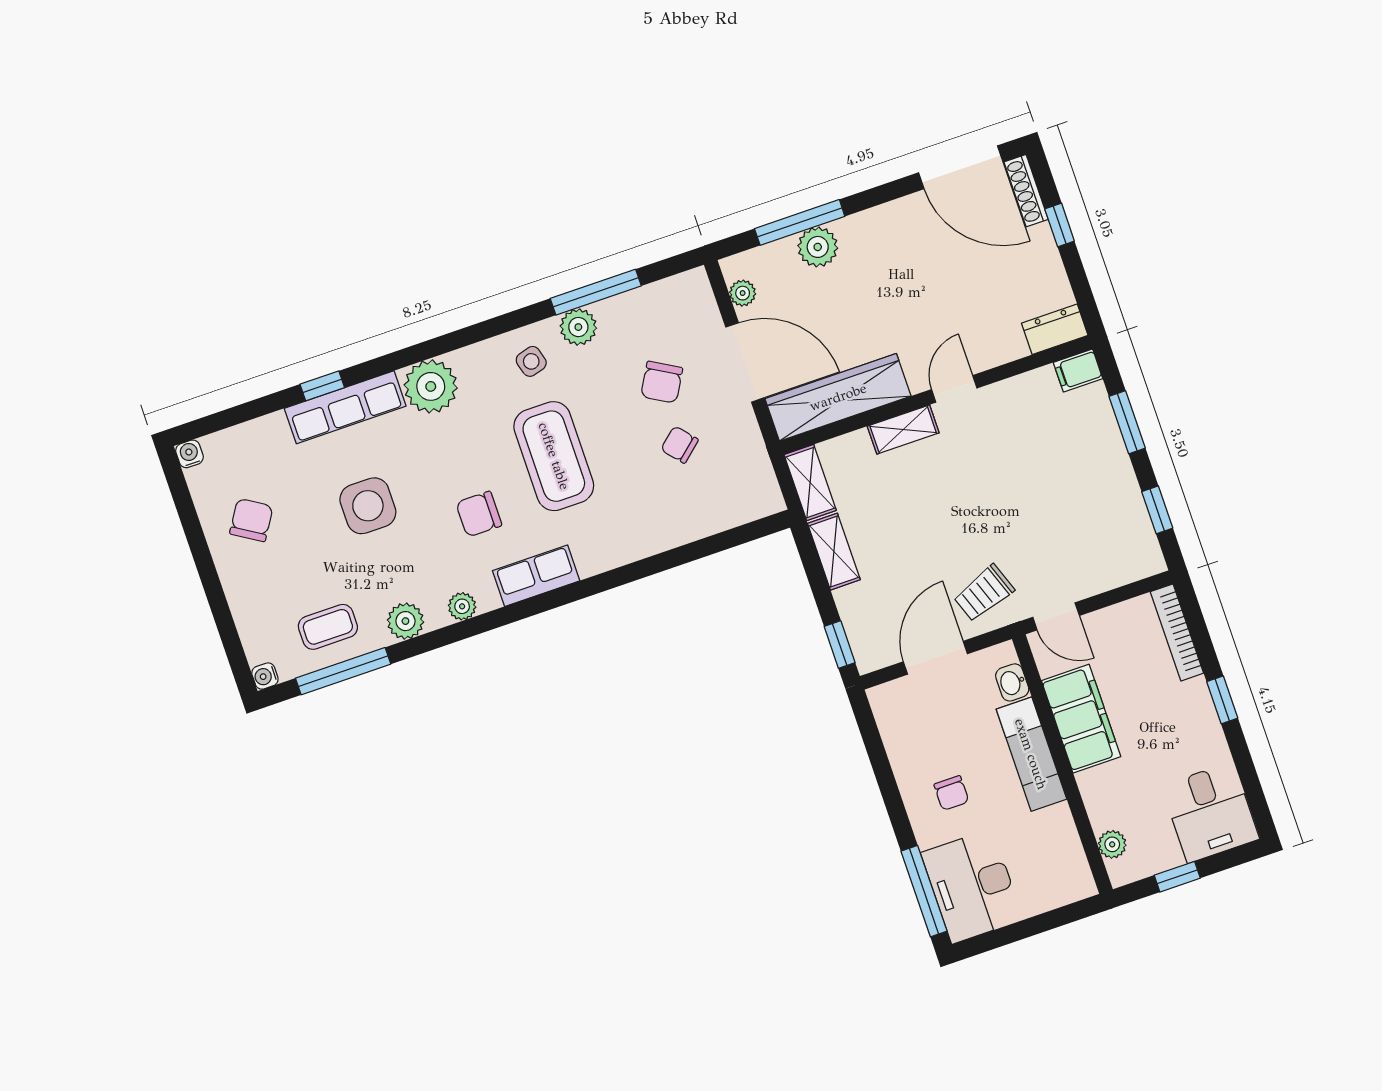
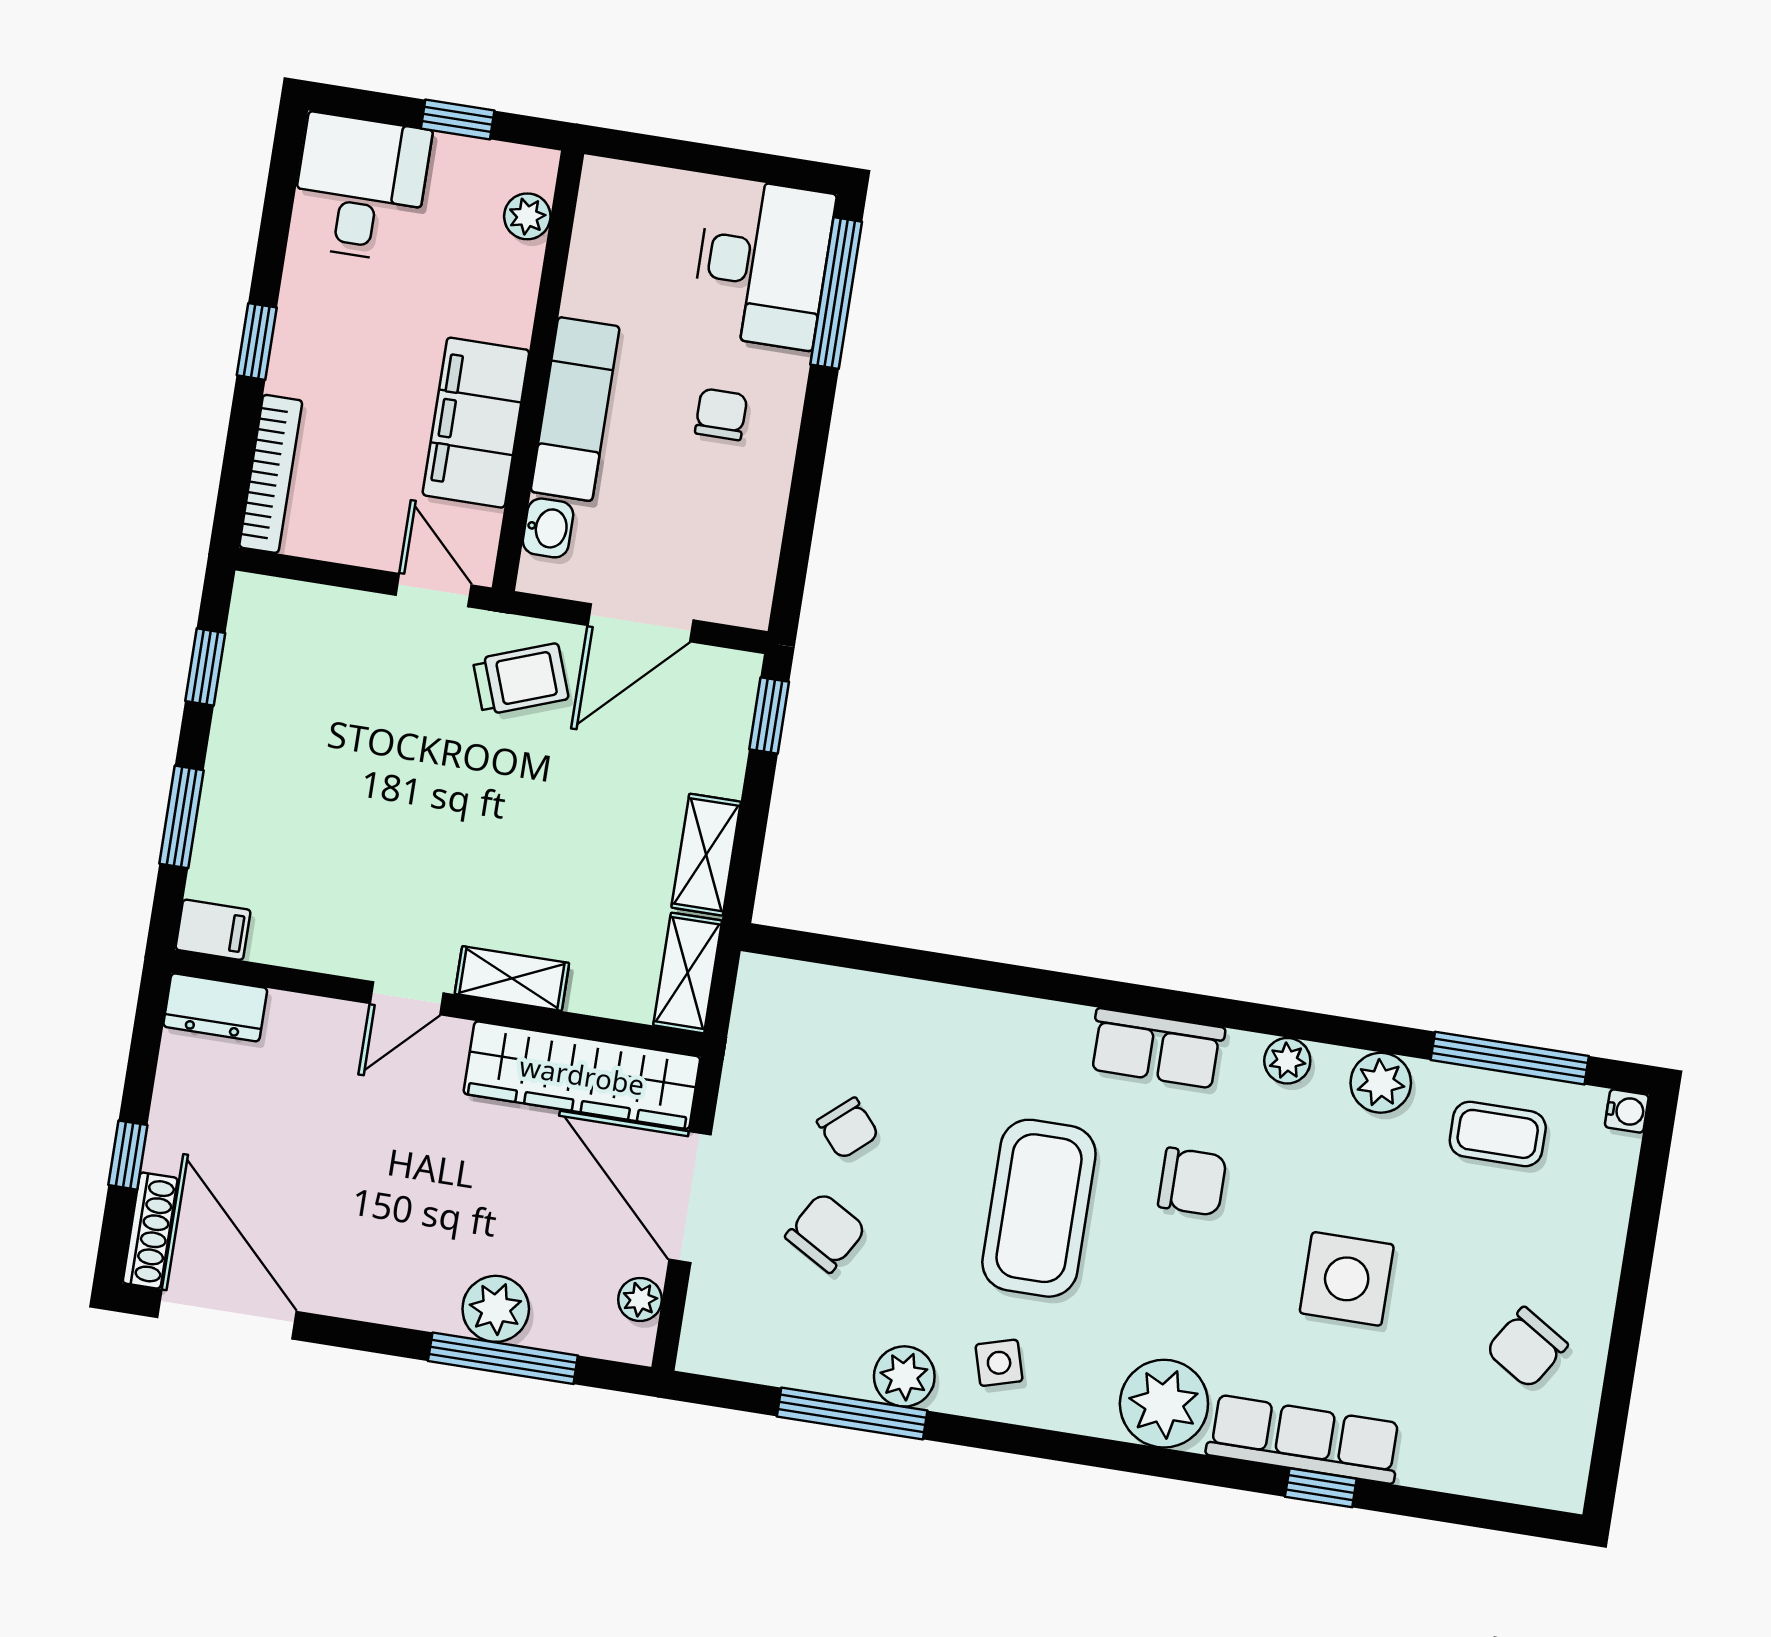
water cooler: (189, 454) -> (1566, 1491), removed

